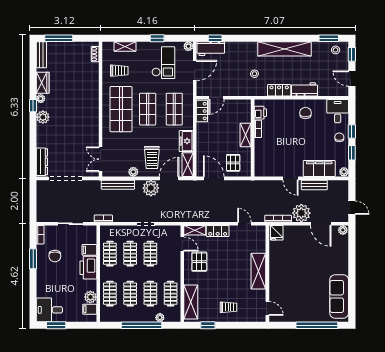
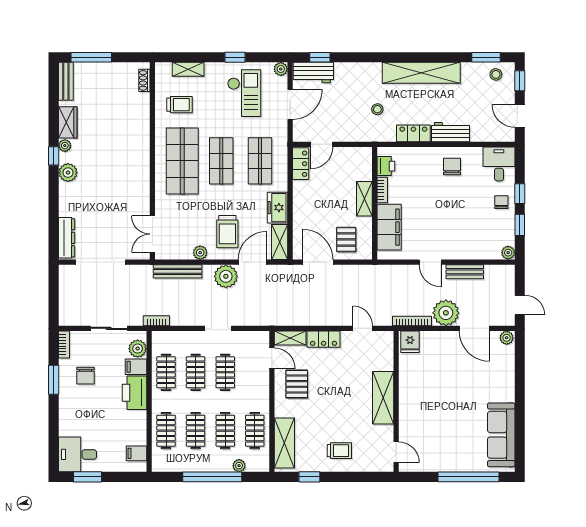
filing cabinet: (319, 168) -> (389, 227), moved, turned 90
plant: (90, 297) -> (138, 349), moved

